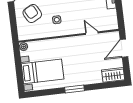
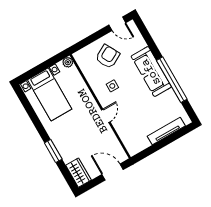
door: (92, 33) -> (106, 116), moved
window: (74, 89) -> (53, 151), moved

